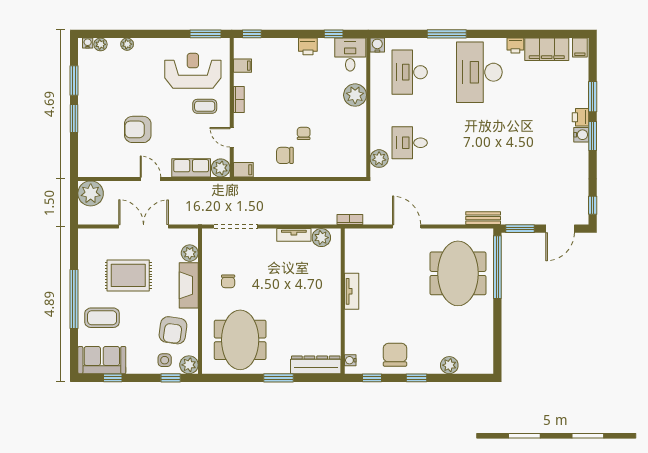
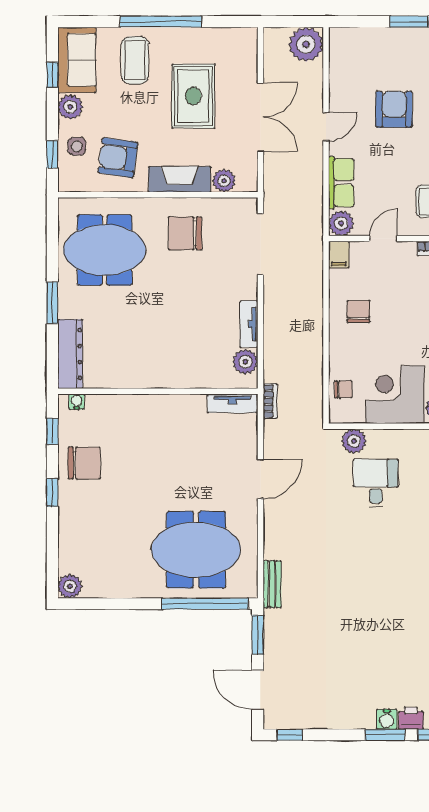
corner desk: (345, 129) -> (395, 395), added
chair: (304, 133) -> (343, 389), moved
chair: (228, 281) -> (185, 233), width x1.87, depth x1.87
tv unit: (352, 291) -> (232, 403), moved
plant: (189, 365) -> (70, 107), moved
plant: (449, 365) -> (70, 586), moved

